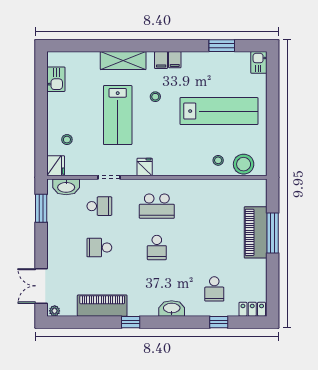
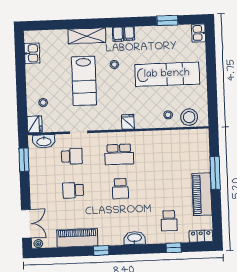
fridge: (145, 167) -> (128, 122), moved
piano: (256, 232) -> (202, 194), moved
double door: (41, 286) -> (26, 224), swing flipped

